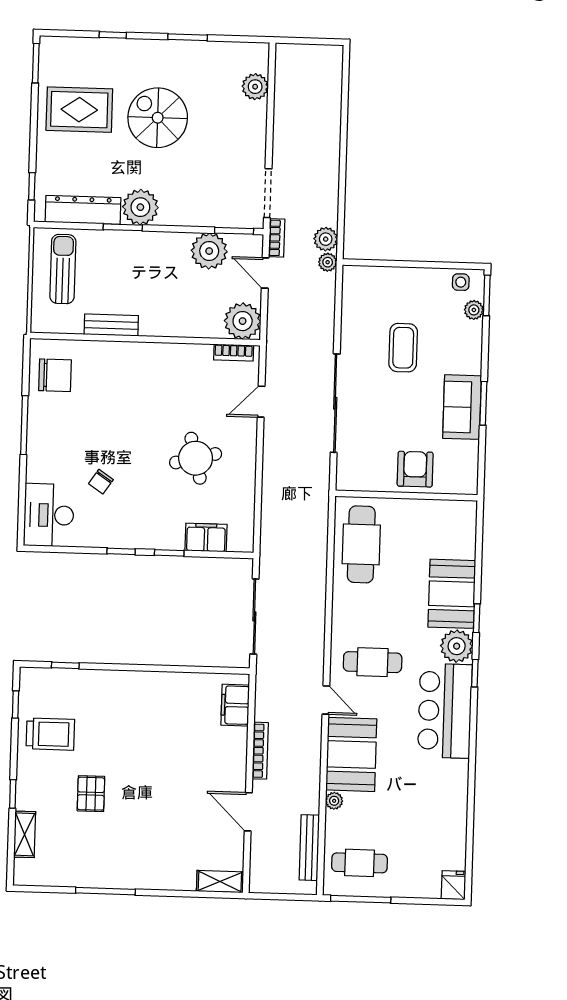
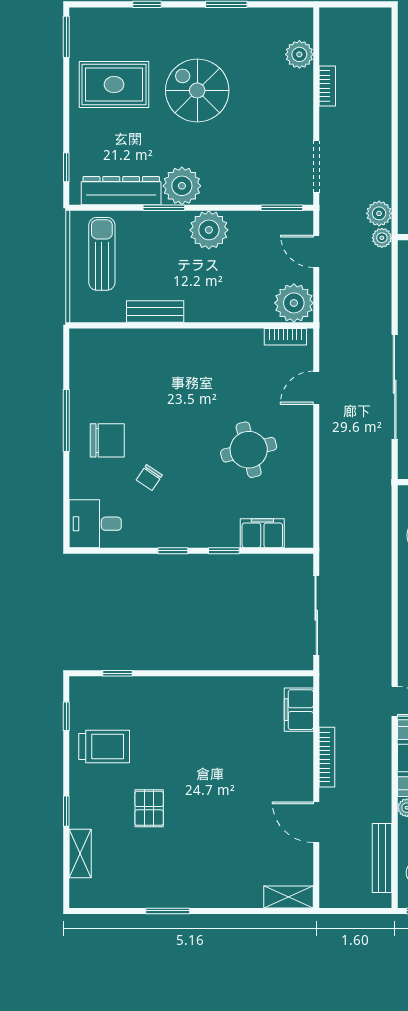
bookcase: (277, 238) -> (327, 86), moved
plant: (209, 251) -> (209, 230), moved
chair: (55, 375) -> (107, 440), moved
desk: (49, 515) -> (95, 524), width x0.73
window: (105, 891) -> (168, 911), width x0.69

